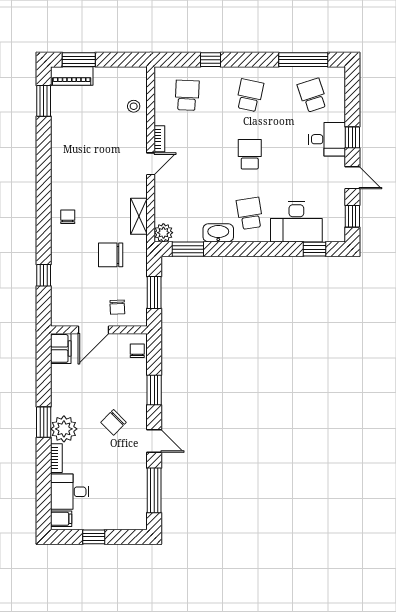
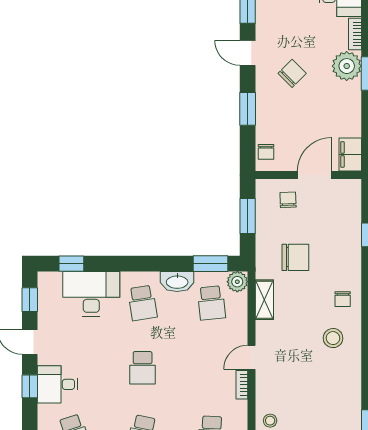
stool: (76, 181) -> (333, 338), added
school desk: (187, 213) -> (211, 303), added

